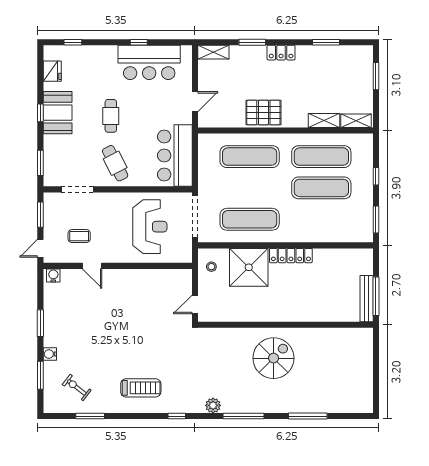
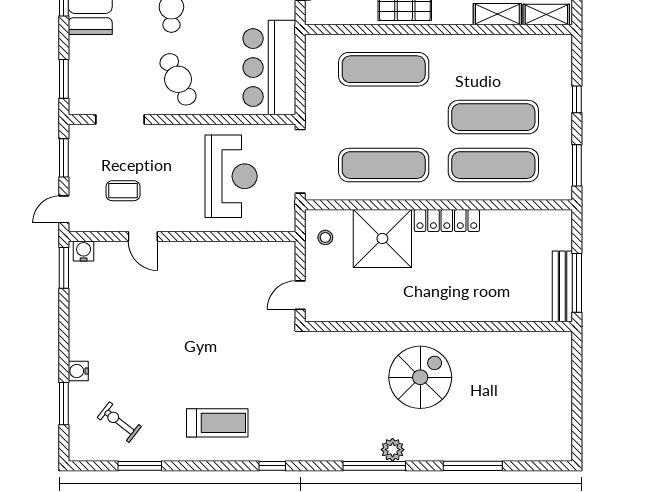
exercise mat: (321, 157) -> (493, 165), moved
window: (40, 323) -> (64, 268), moved
plant: (213, 405) -> (393, 450), moved

